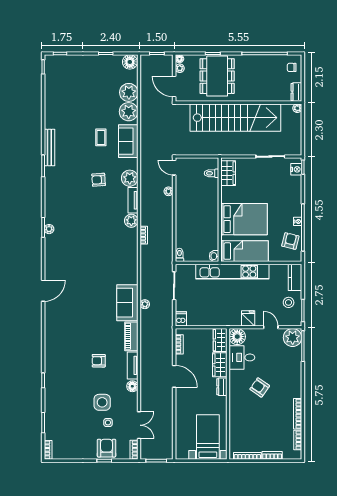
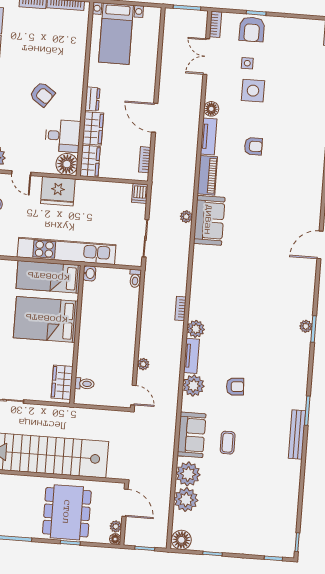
fridge: (248, 318) -> (58, 191), width x1.88, depth x1.34

